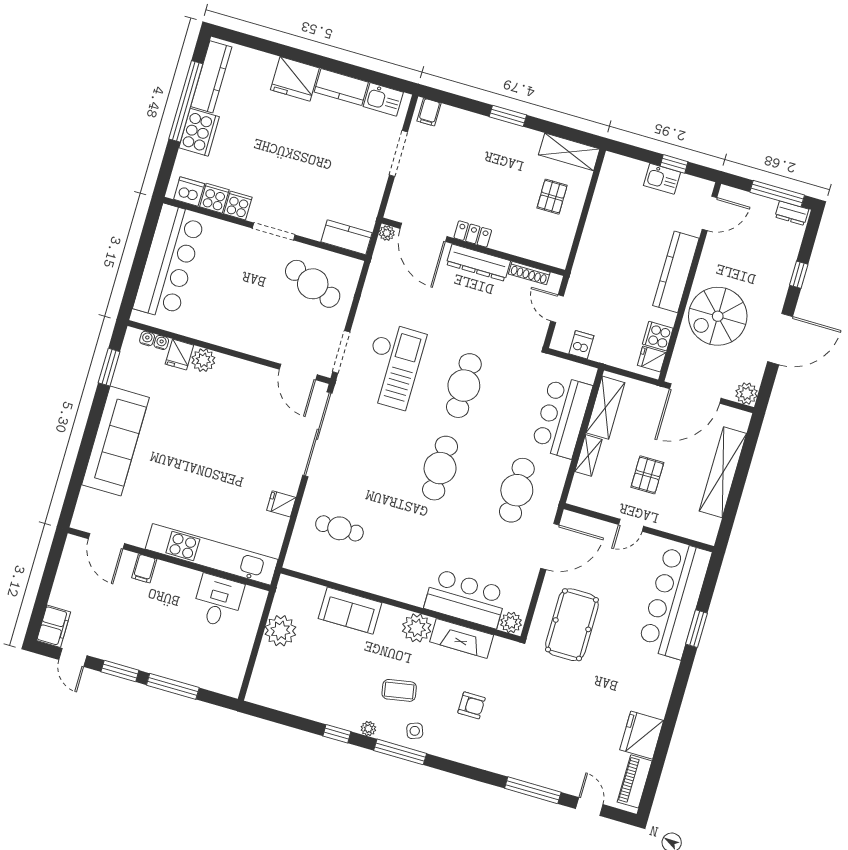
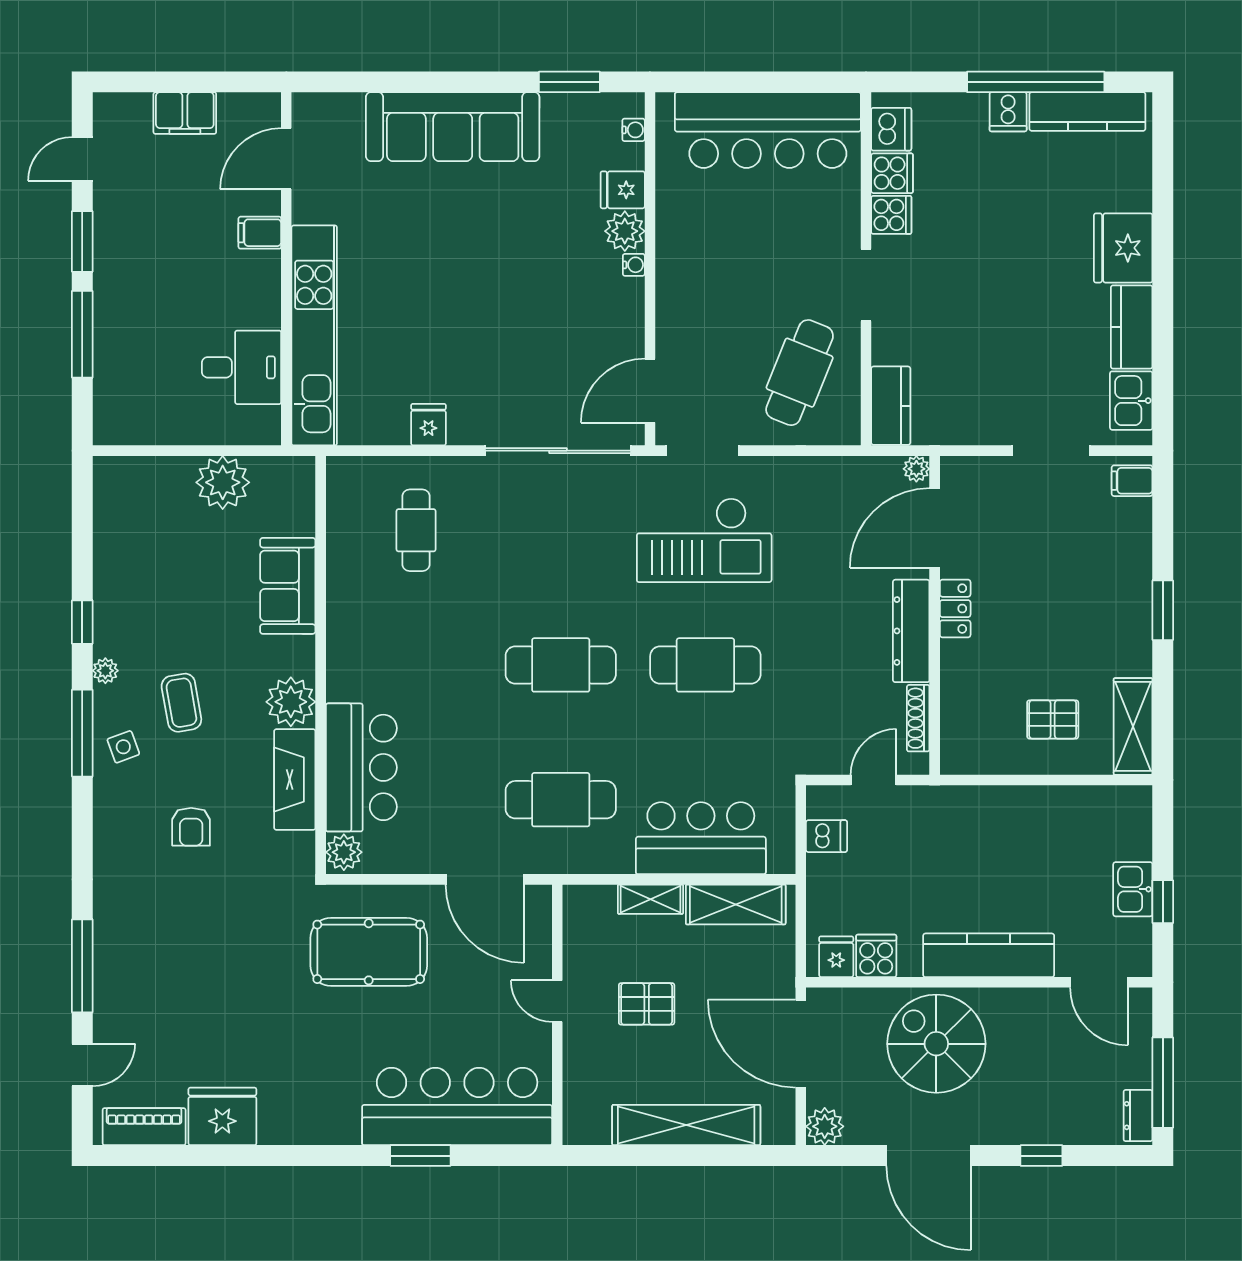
cooker: (199, 132) -> (1008, 112), width x0.53, depth x0.76
water cooler: (161, 342) -> (634, 265), moved
filing cabinet: (54, 626) -> (185, 113), moved

